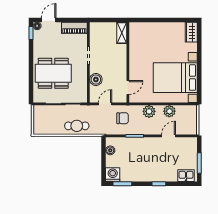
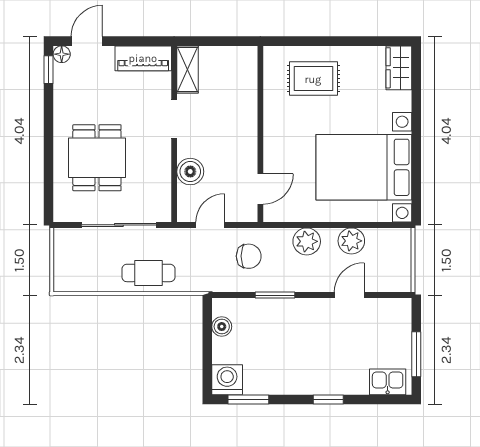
shelving: (122, 33) -> (188, 69), moved
rug: (152, 37) -> (313, 79), added
dining table: (53, 73) -> (97, 158), width x0.73

